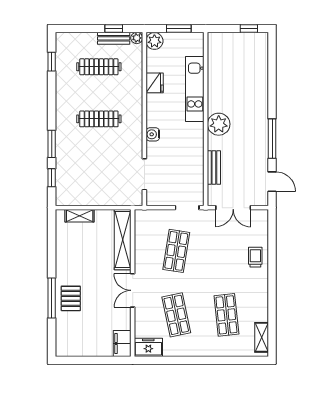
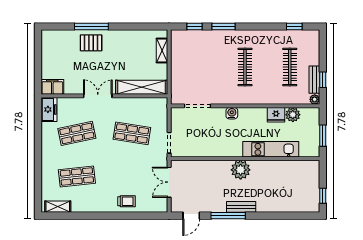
plant: (154, 41) -> (293, 115), moved
bench: (214, 168) -> (241, 207), moved

